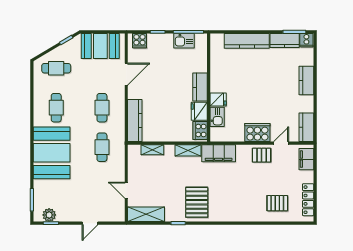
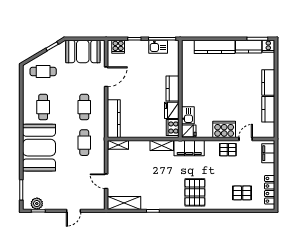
fridge: (218, 99) -> (189, 131), moved
kitchen counter: (306, 127) -> (268, 109), moved
shelving: (152, 150) -> (118, 145), moved
pallet: (197, 202) -> (195, 192), moved

